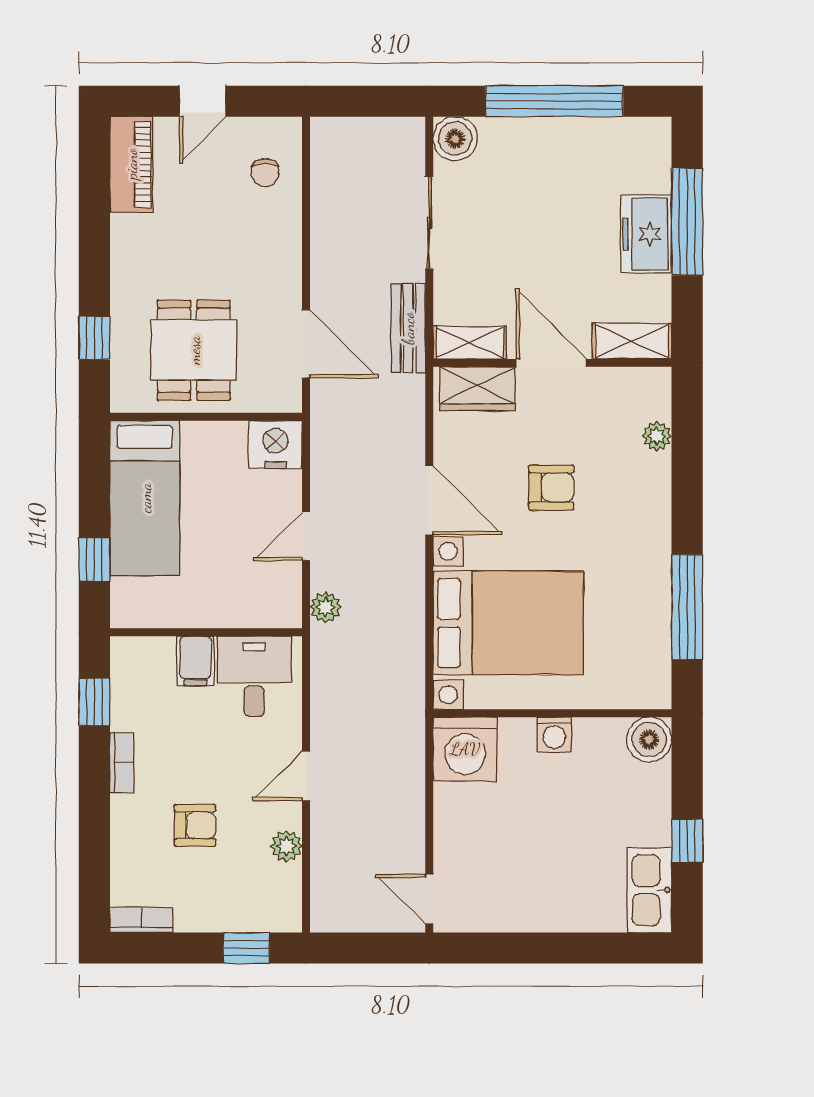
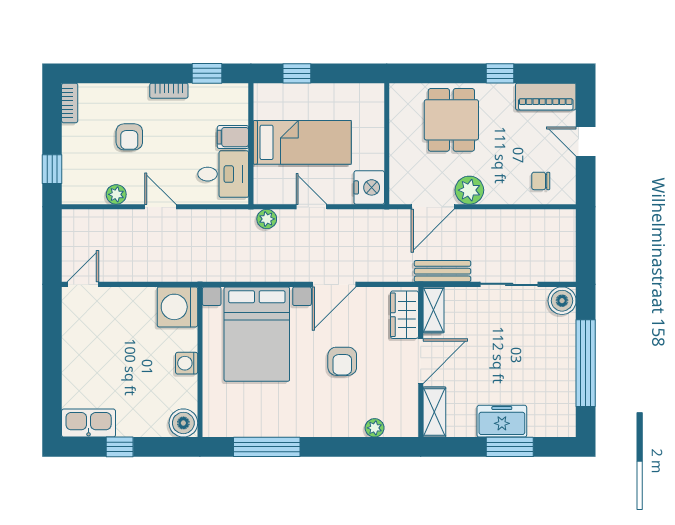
window: (687, 222) -> (510, 447), width x0.69
plant: (280, 286) -> (469, 190), added
window: (94, 338) -> (500, 73), moved
dining table: (194, 350) -> (451, 120), moved, turned 90
bed: (145, 498) -> (302, 142), moved, turned 180

